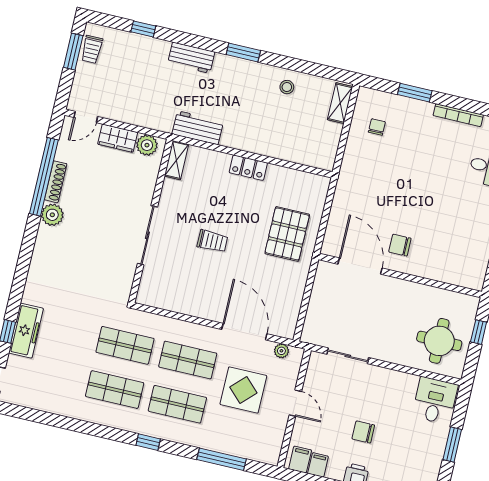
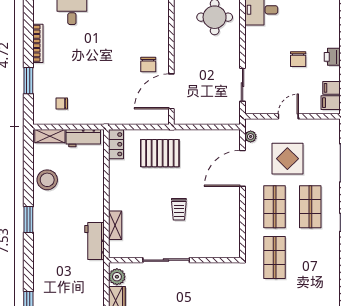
workbench: (191, 58) -> (83, 138), moved, turned 90
stool: (287, 87) -> (47, 180), width x1.89, depth x1.89
shelving: (177, 160) -> (115, 225), moved, turned 90
locker: (248, 168) -> (116, 144), moved
sliding door: (147, 235) -> (166, 260), moved
trolley: (212, 241) -> (179, 209), turned 180
shop shelf: (115, 390) -> (310, 258), removed

